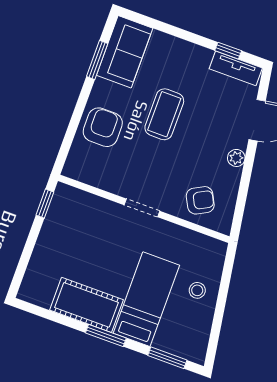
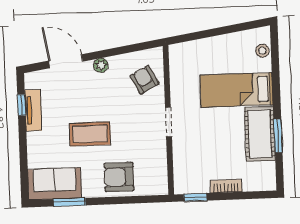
tv unit: (236, 68) -> (33, 110), moved
bookcase: (43, 243) -> (226, 186), added
stool: (197, 290) -> (262, 51), moved
window: (106, 335) -> (278, 136), moved
window: (167, 358) -> (275, 56), removed

